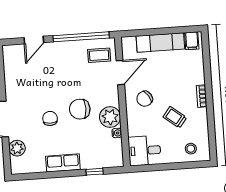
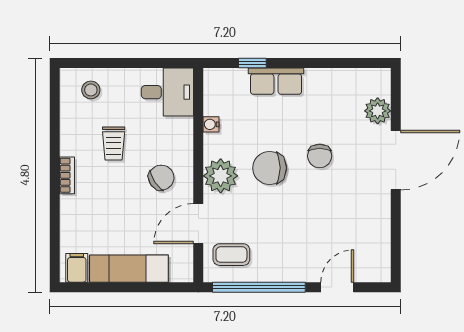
chair: (80, 109) -> (270, 168), turned 180
plant: (110, 117) -> (221, 176), moved
trolley: (175, 117) -> (114, 144), turned 52
row of seats: (63, 163) -> (276, 81), moved

